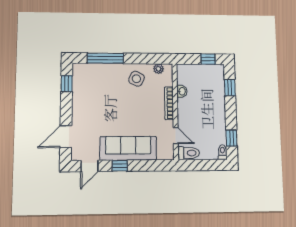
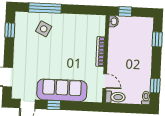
window: (208, 59) -> (125, 12), moved
plant: (159, 69) -> (93, 20), removed
side table: (136, 79) -> (44, 29), moved
washbasin: (182, 91) -> (114, 21), moved

